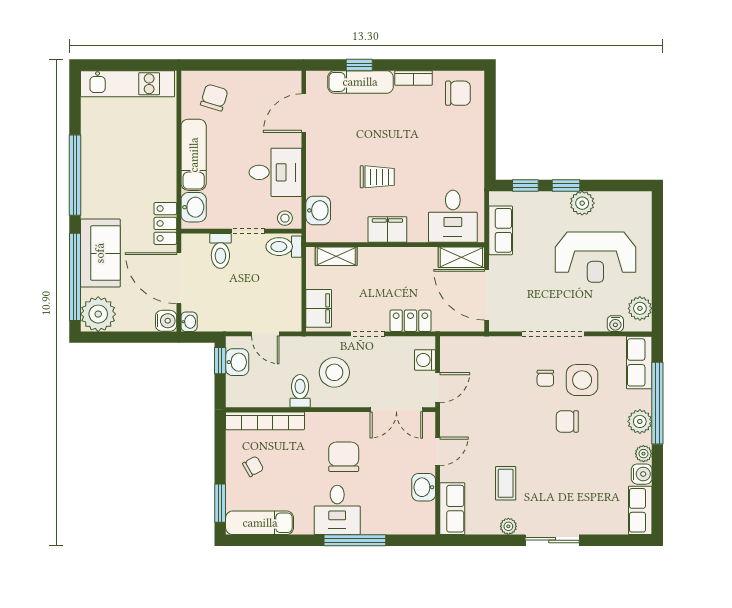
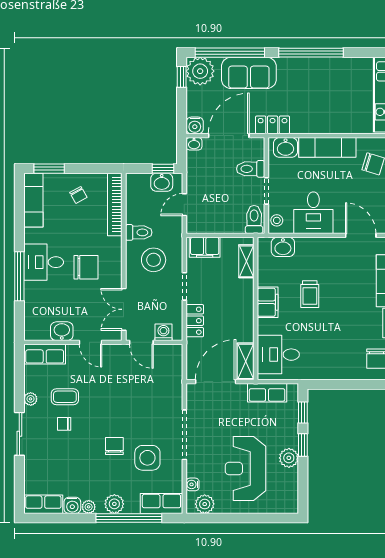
window: (105, 337) -> (182, 77), added
chair: (545, 378) -> (64, 424), moved

